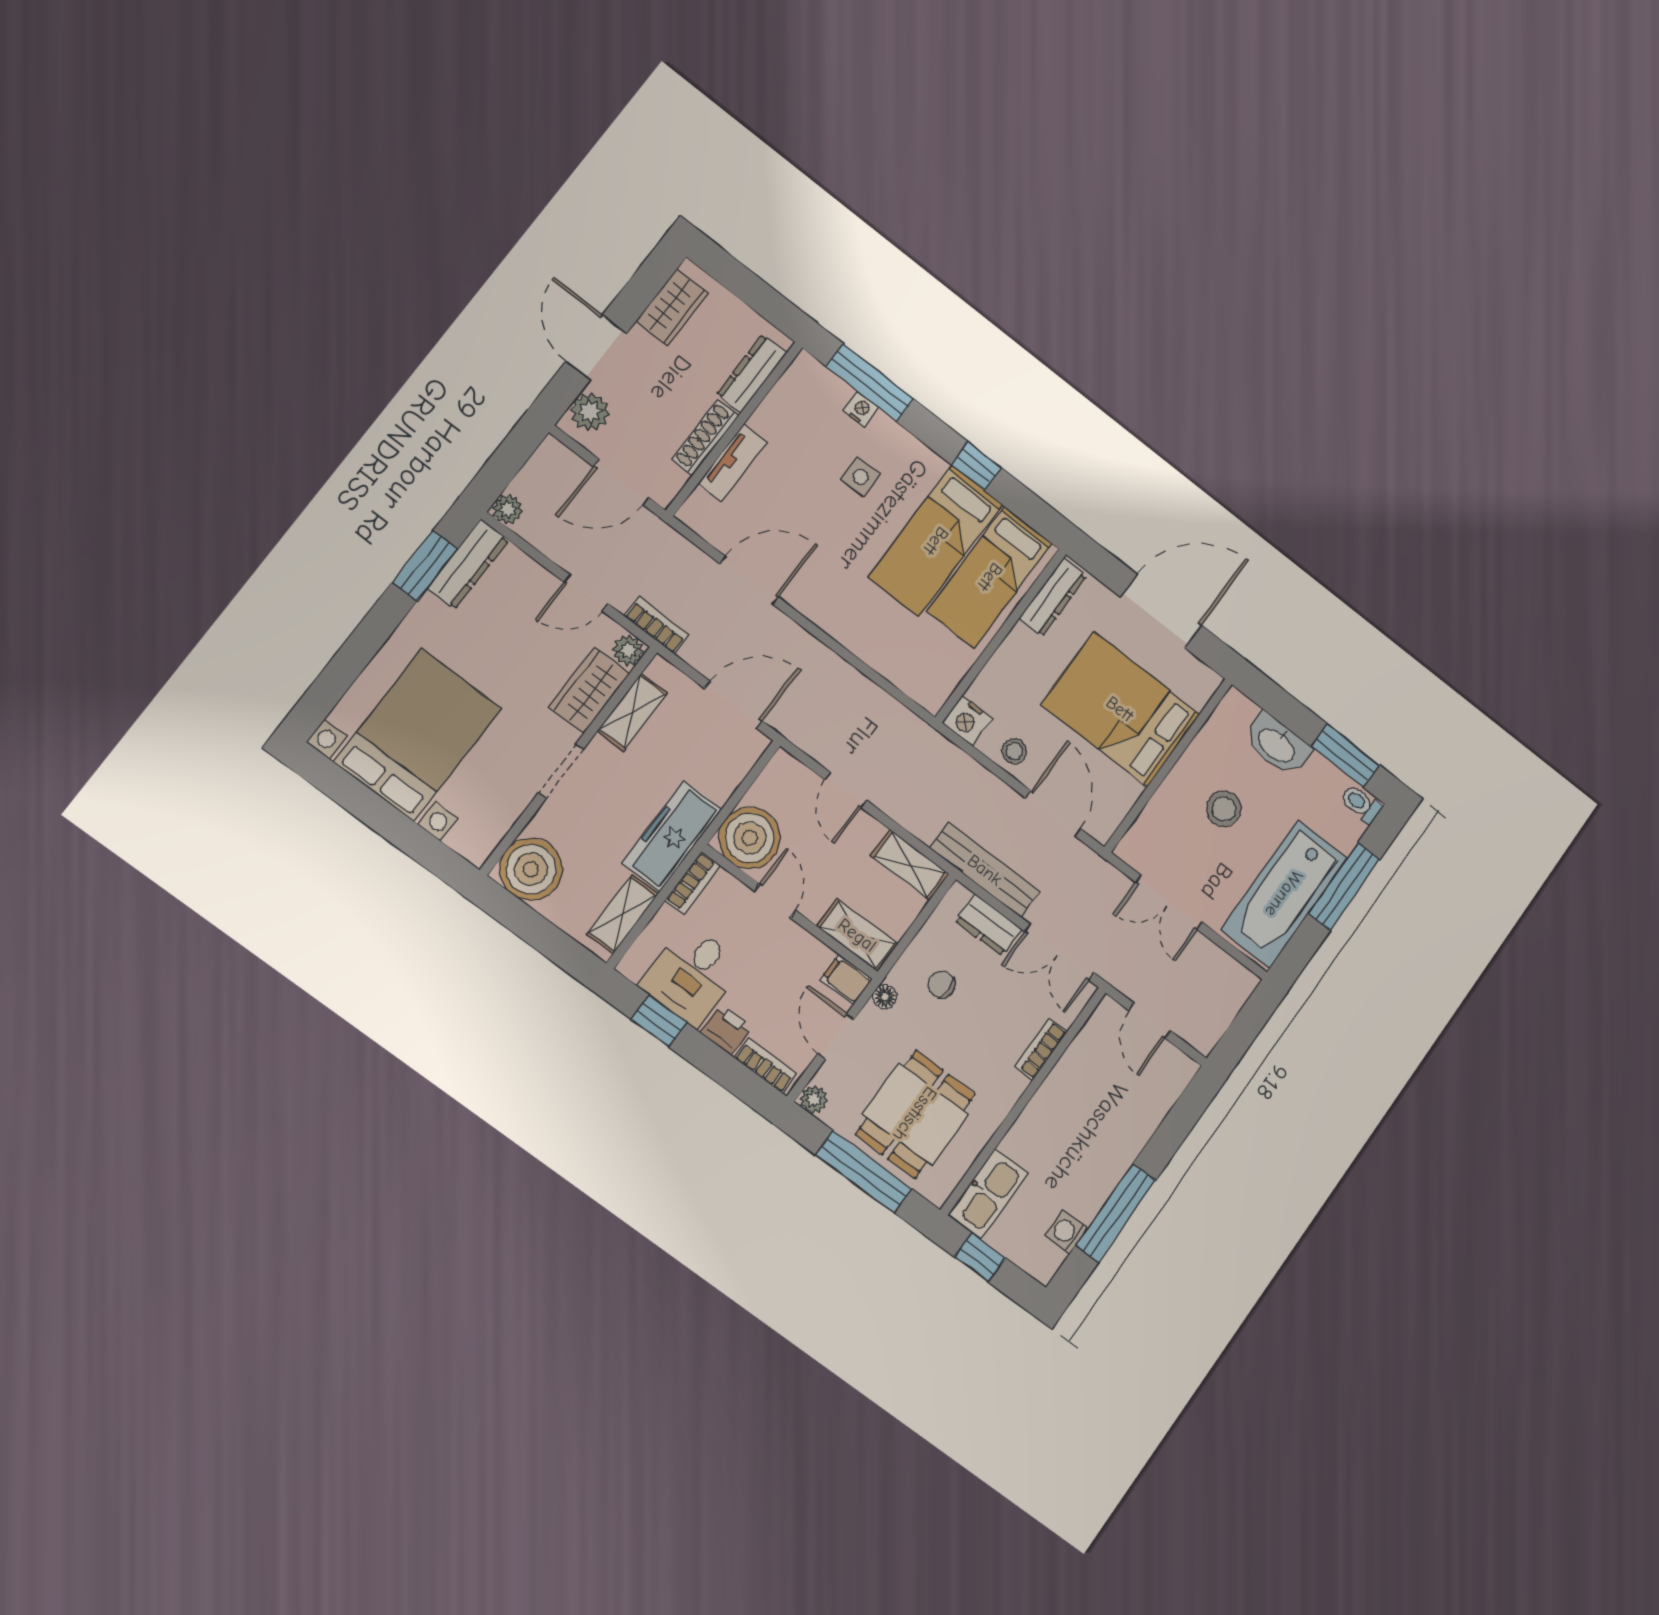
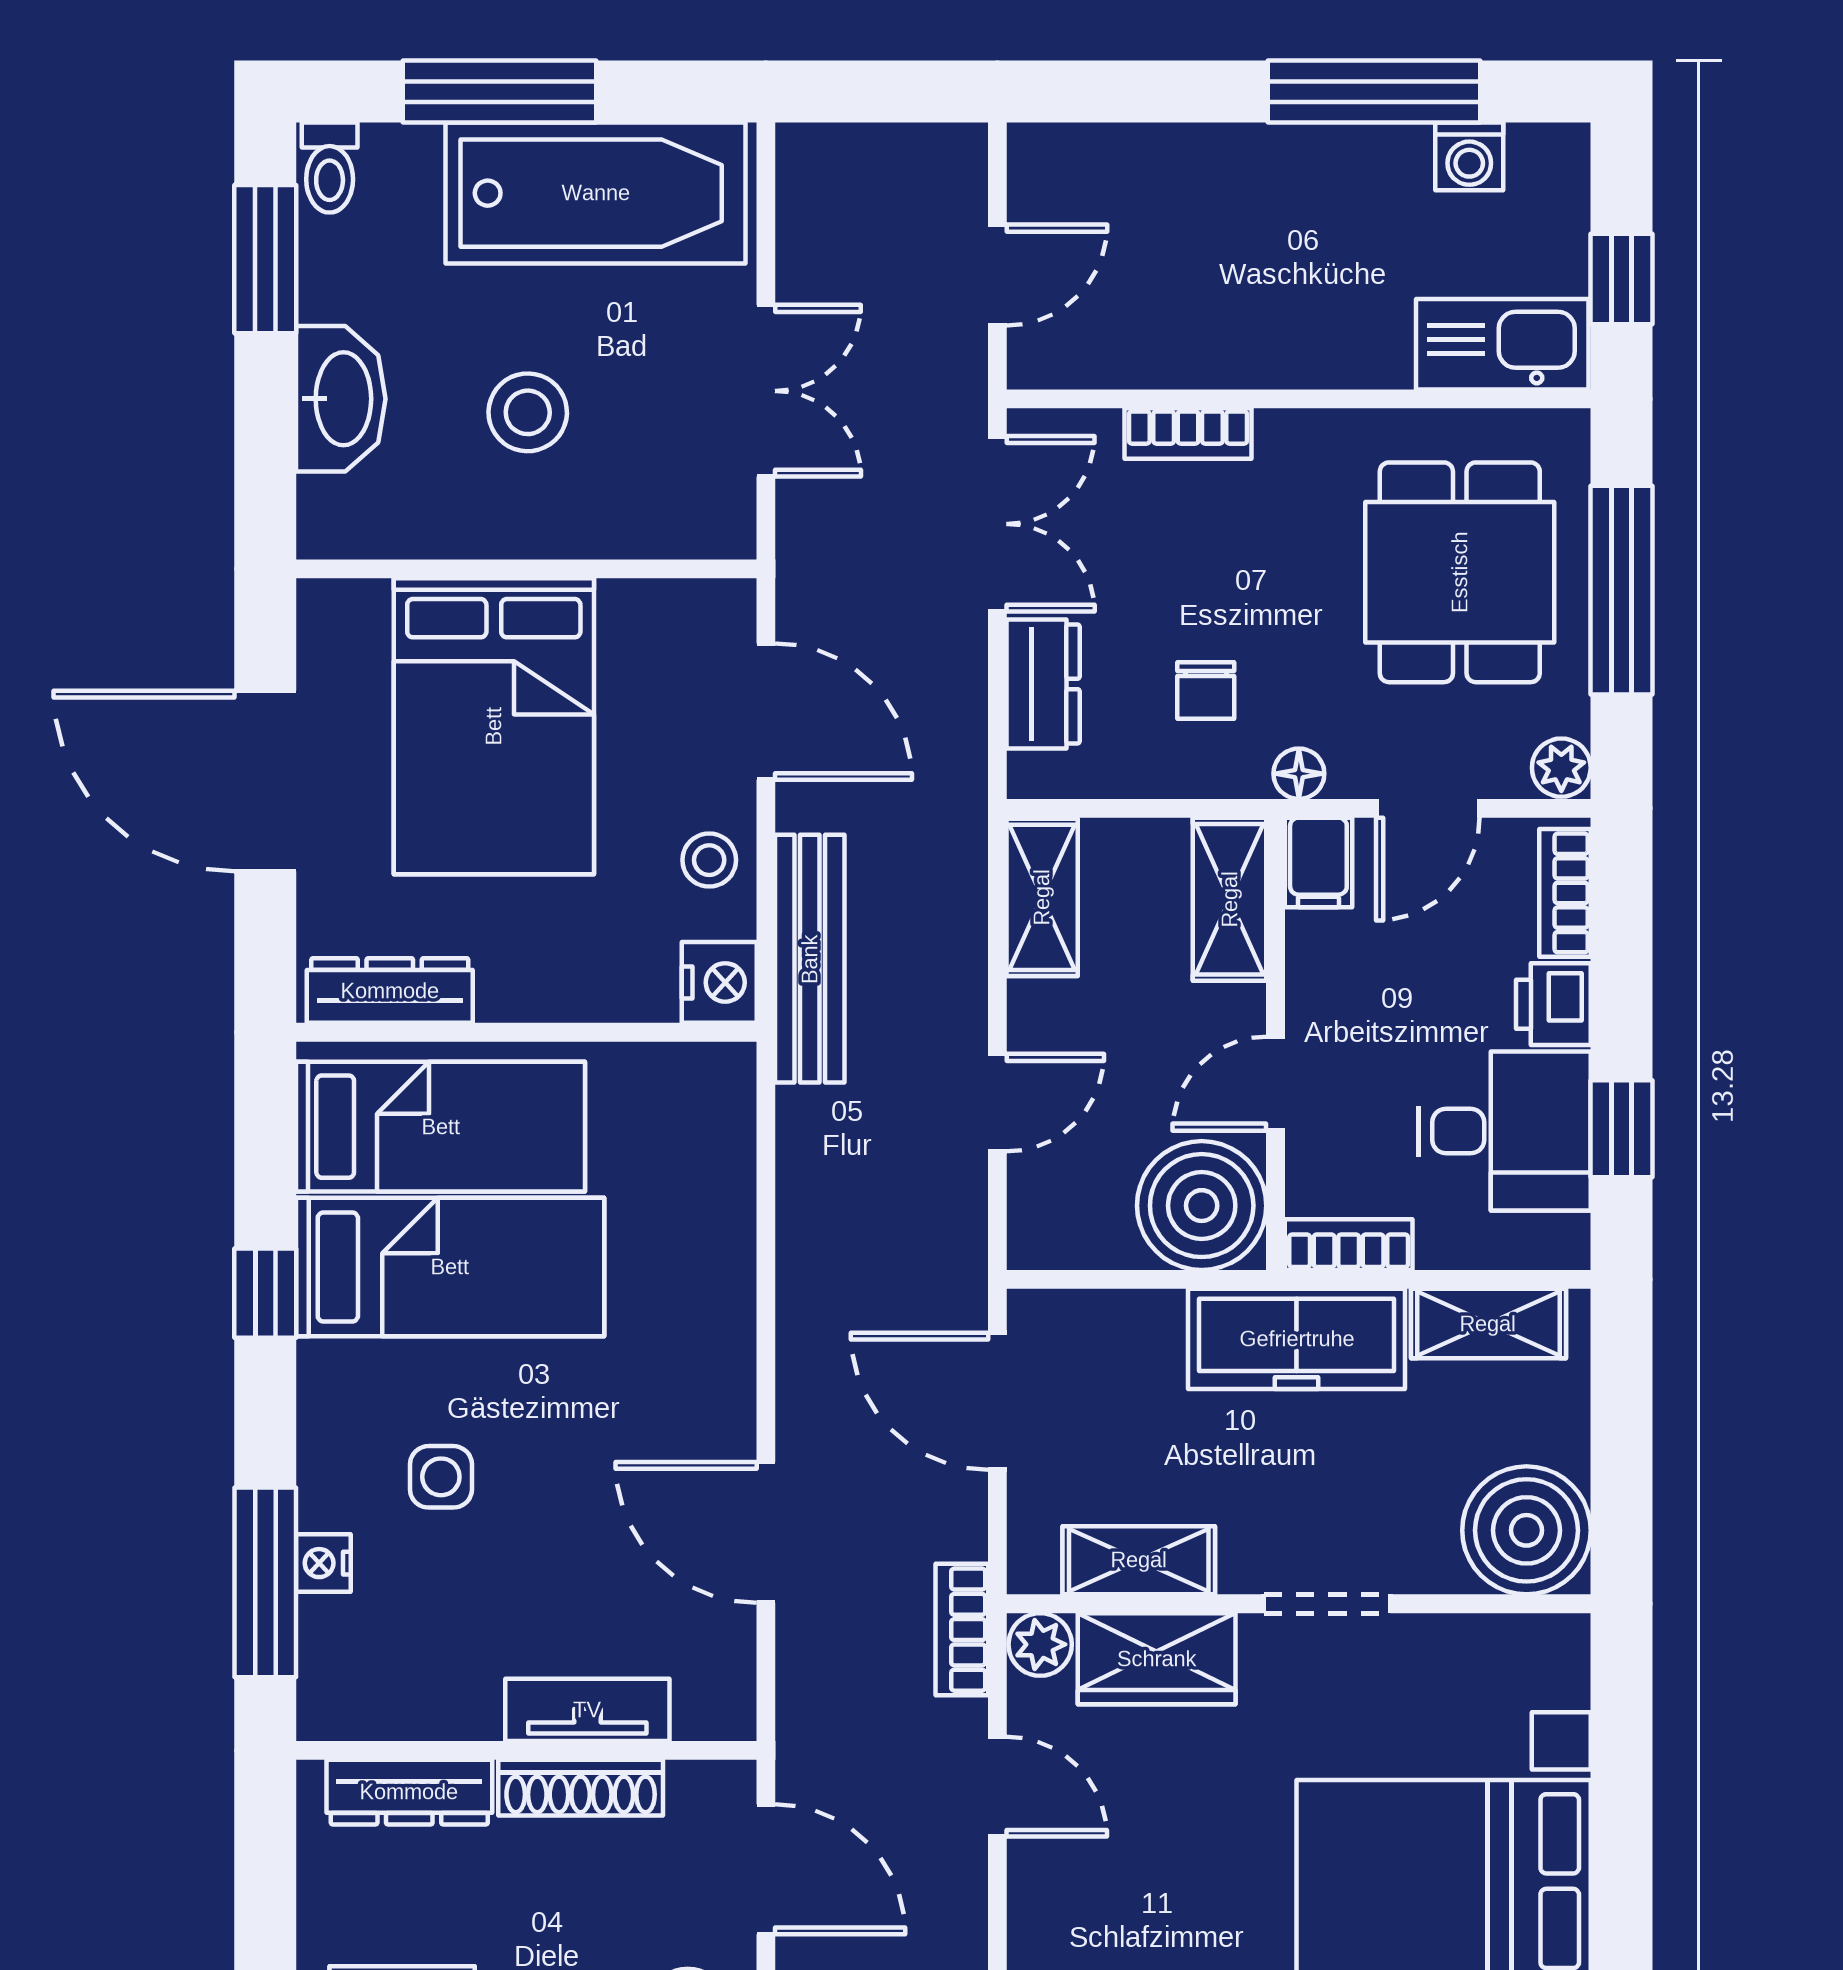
door: (1053, 814) -> (766, 712), swing flipped
bench: (985, 870) -> (810, 959), moved
dining table: (915, 1114) -> (1460, 572), turned 90

